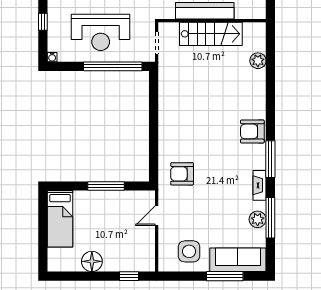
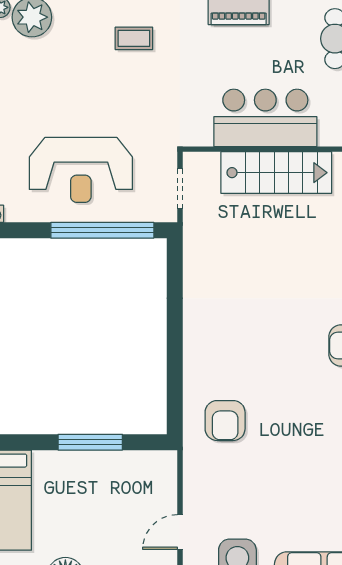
armchair: (182, 174) -> (225, 421), turned -90
door: (157, 216) -> (180, 532), moved

